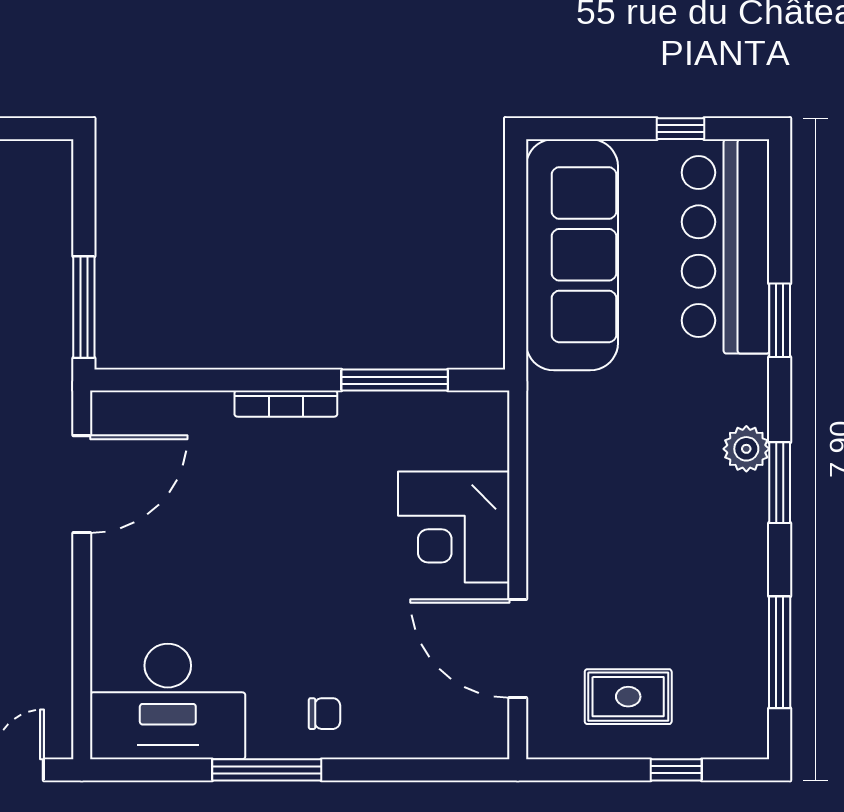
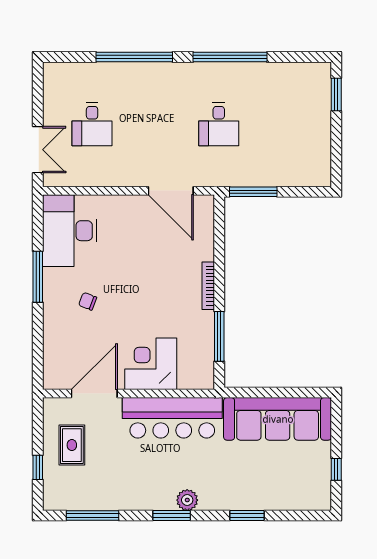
bar counter: (725, 247) -> (172, 418), moved, turned 180
chair: (325, 714) -> (88, 301), moved, turned 111

